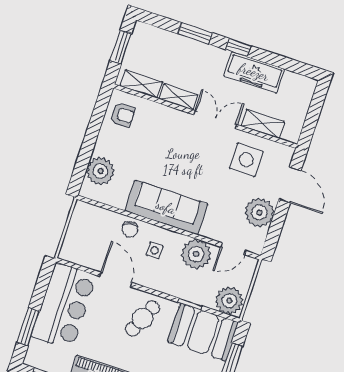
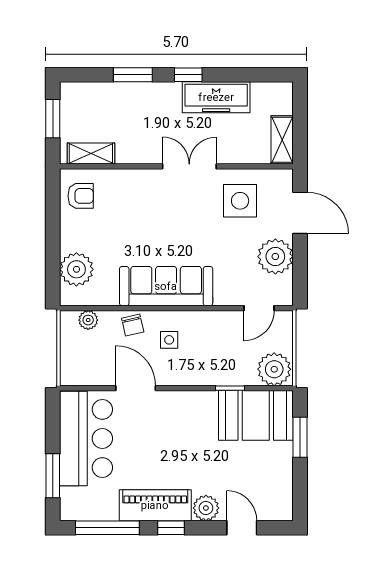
shelving: (178, 97) -> (138, 154), removed
shelving: (263, 124) -> (282, 140), moved, turned 90
plant: (196, 254) -> (88, 320), moved, width x0.53, depth x0.53
cafe table: (143, 319) -> (181, 423), removed

